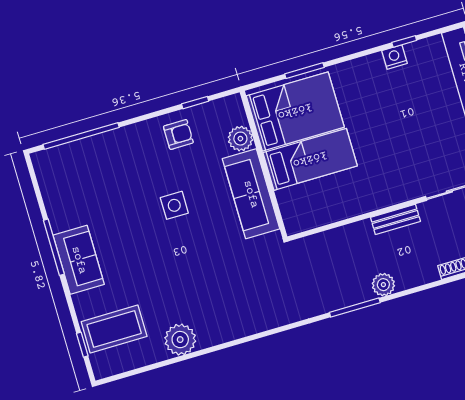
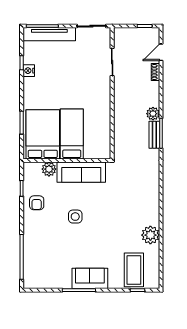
armchair: (178, 134) -> (37, 203), turned 180
bench: (395, 219) -> (154, 135), moved

